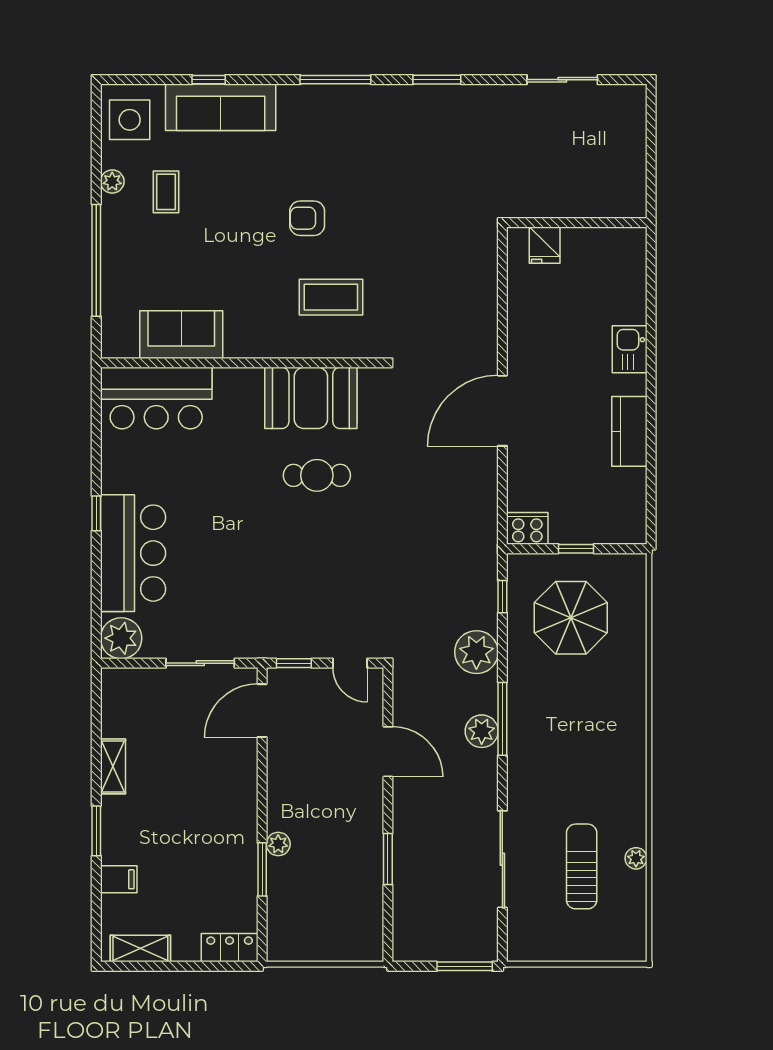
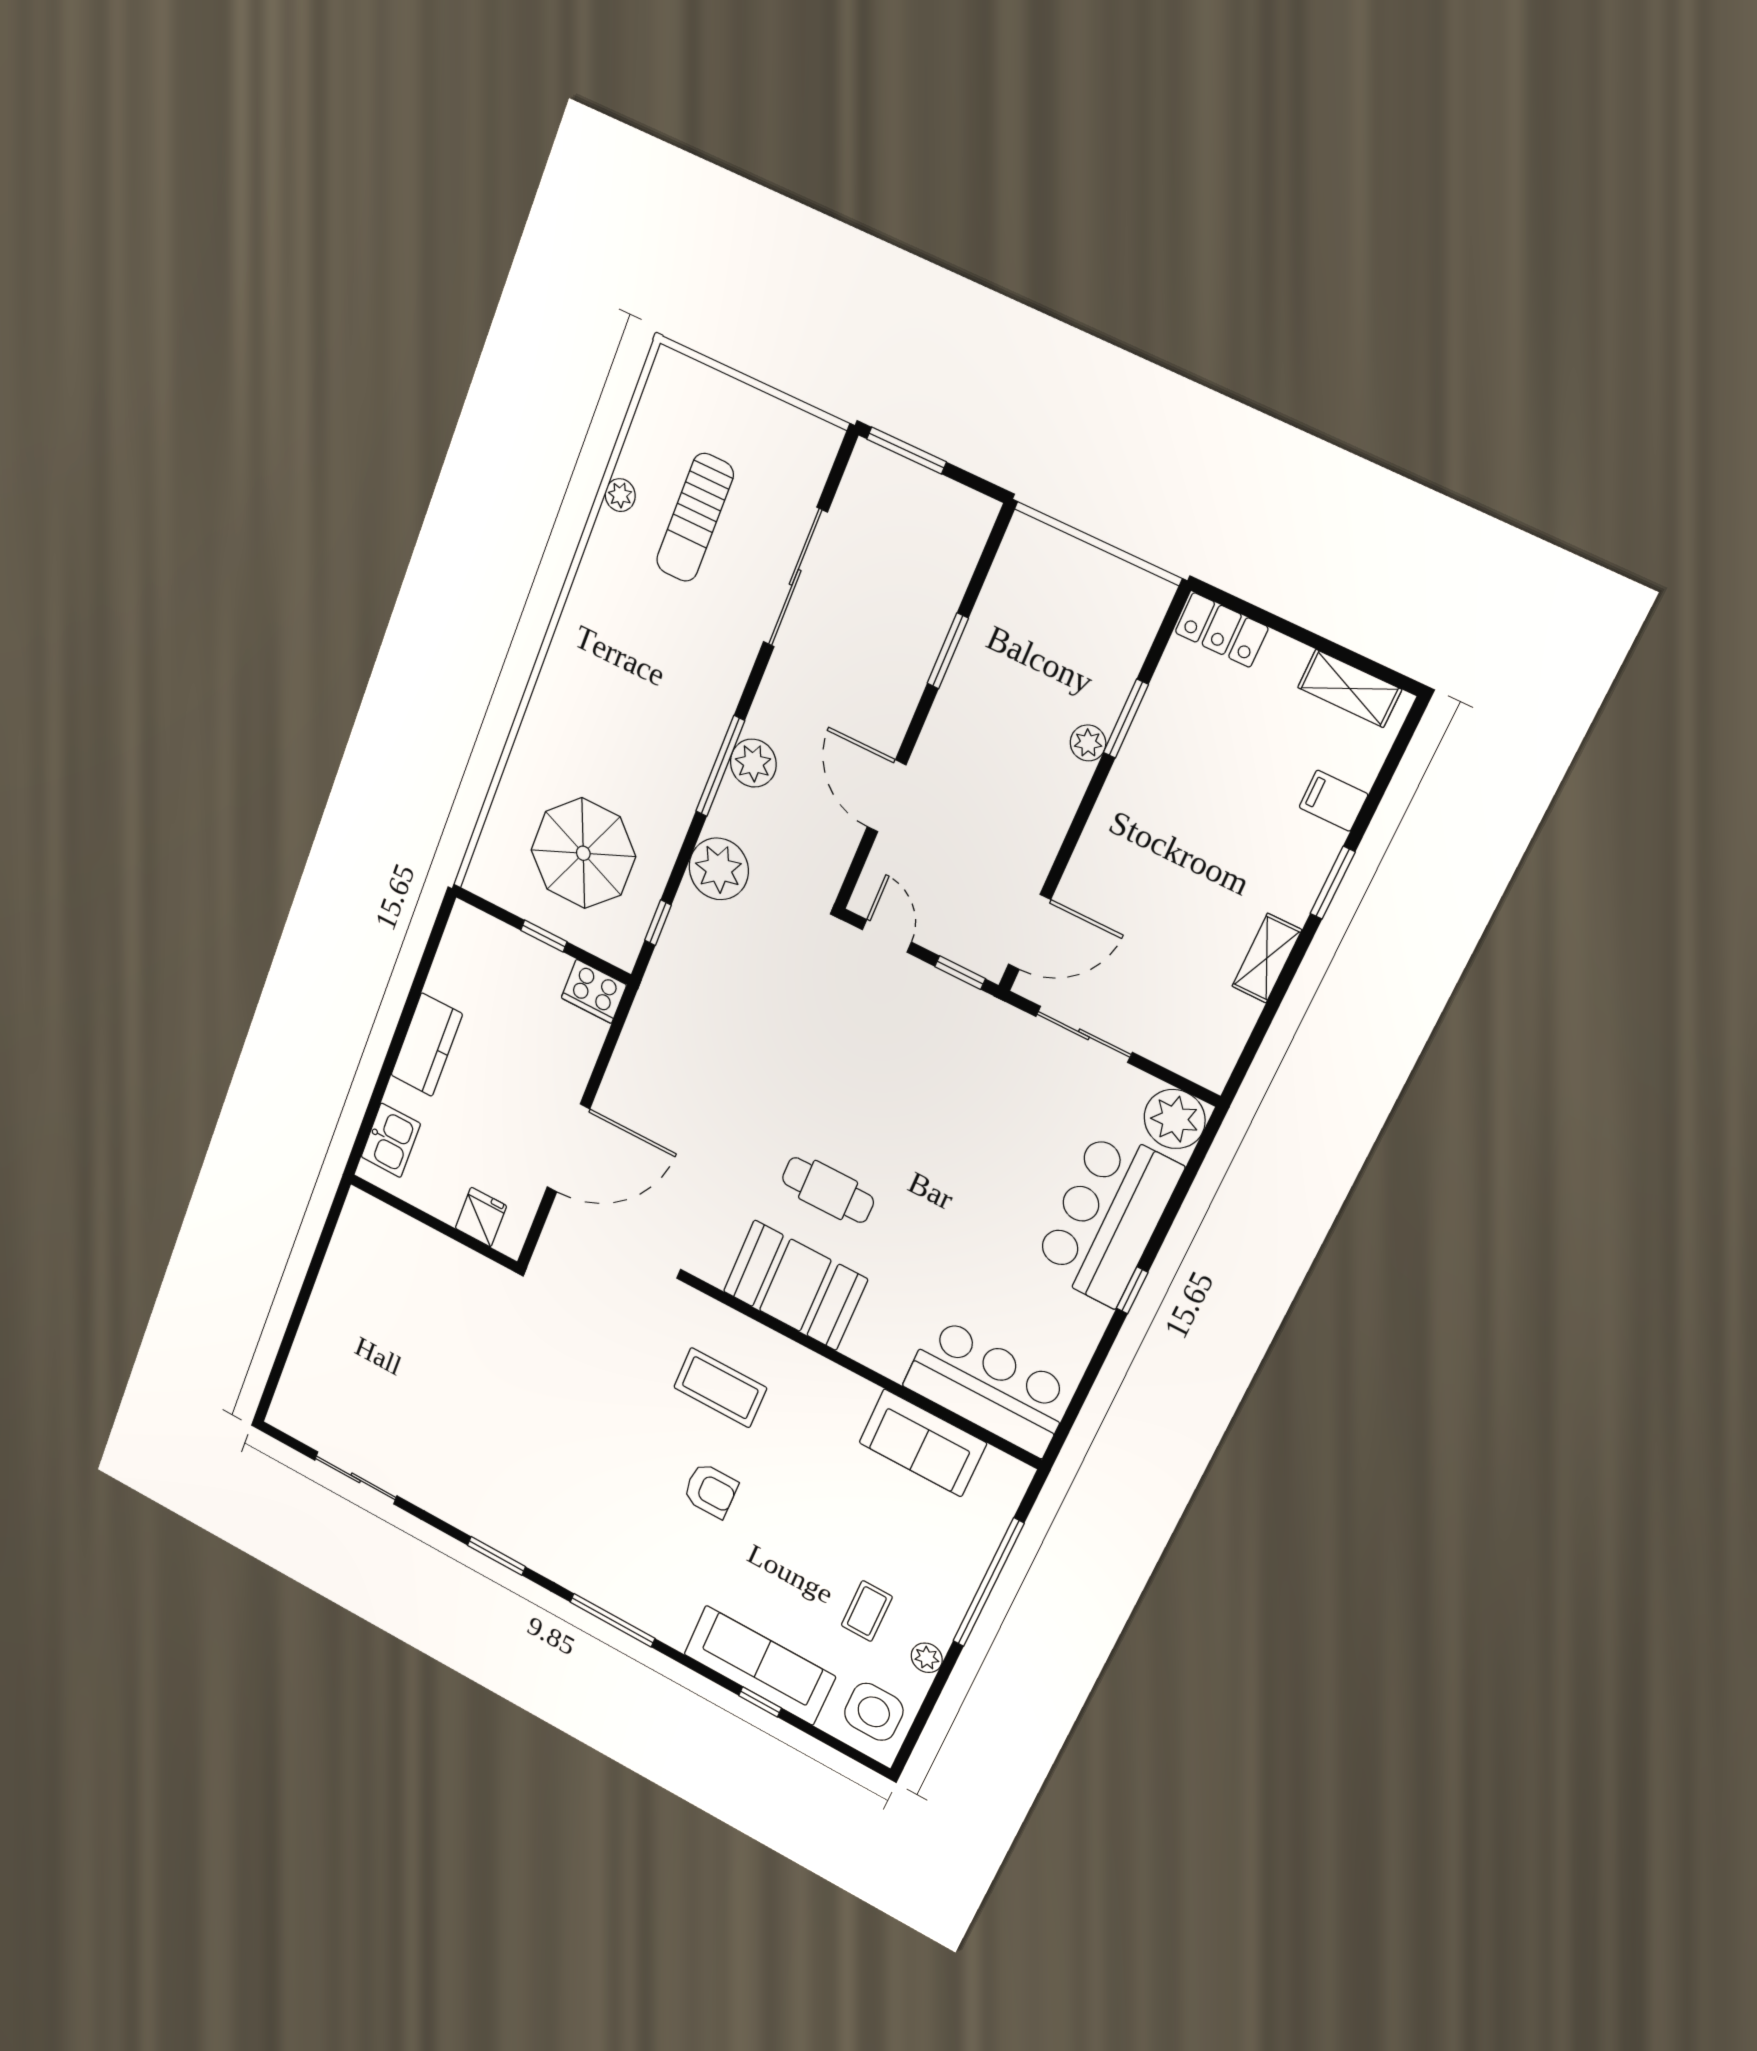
wall: (577, 223) -> (434, 1223), moved
fridge: (545, 245) -> (481, 1217), moved

